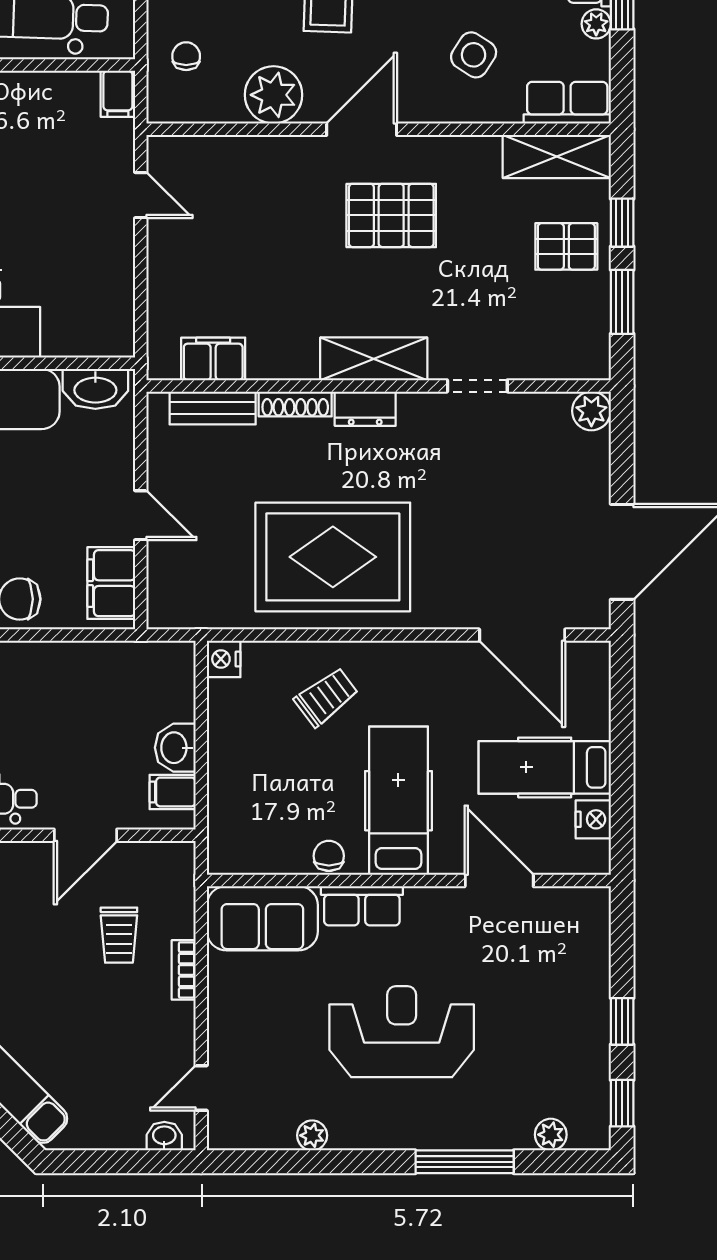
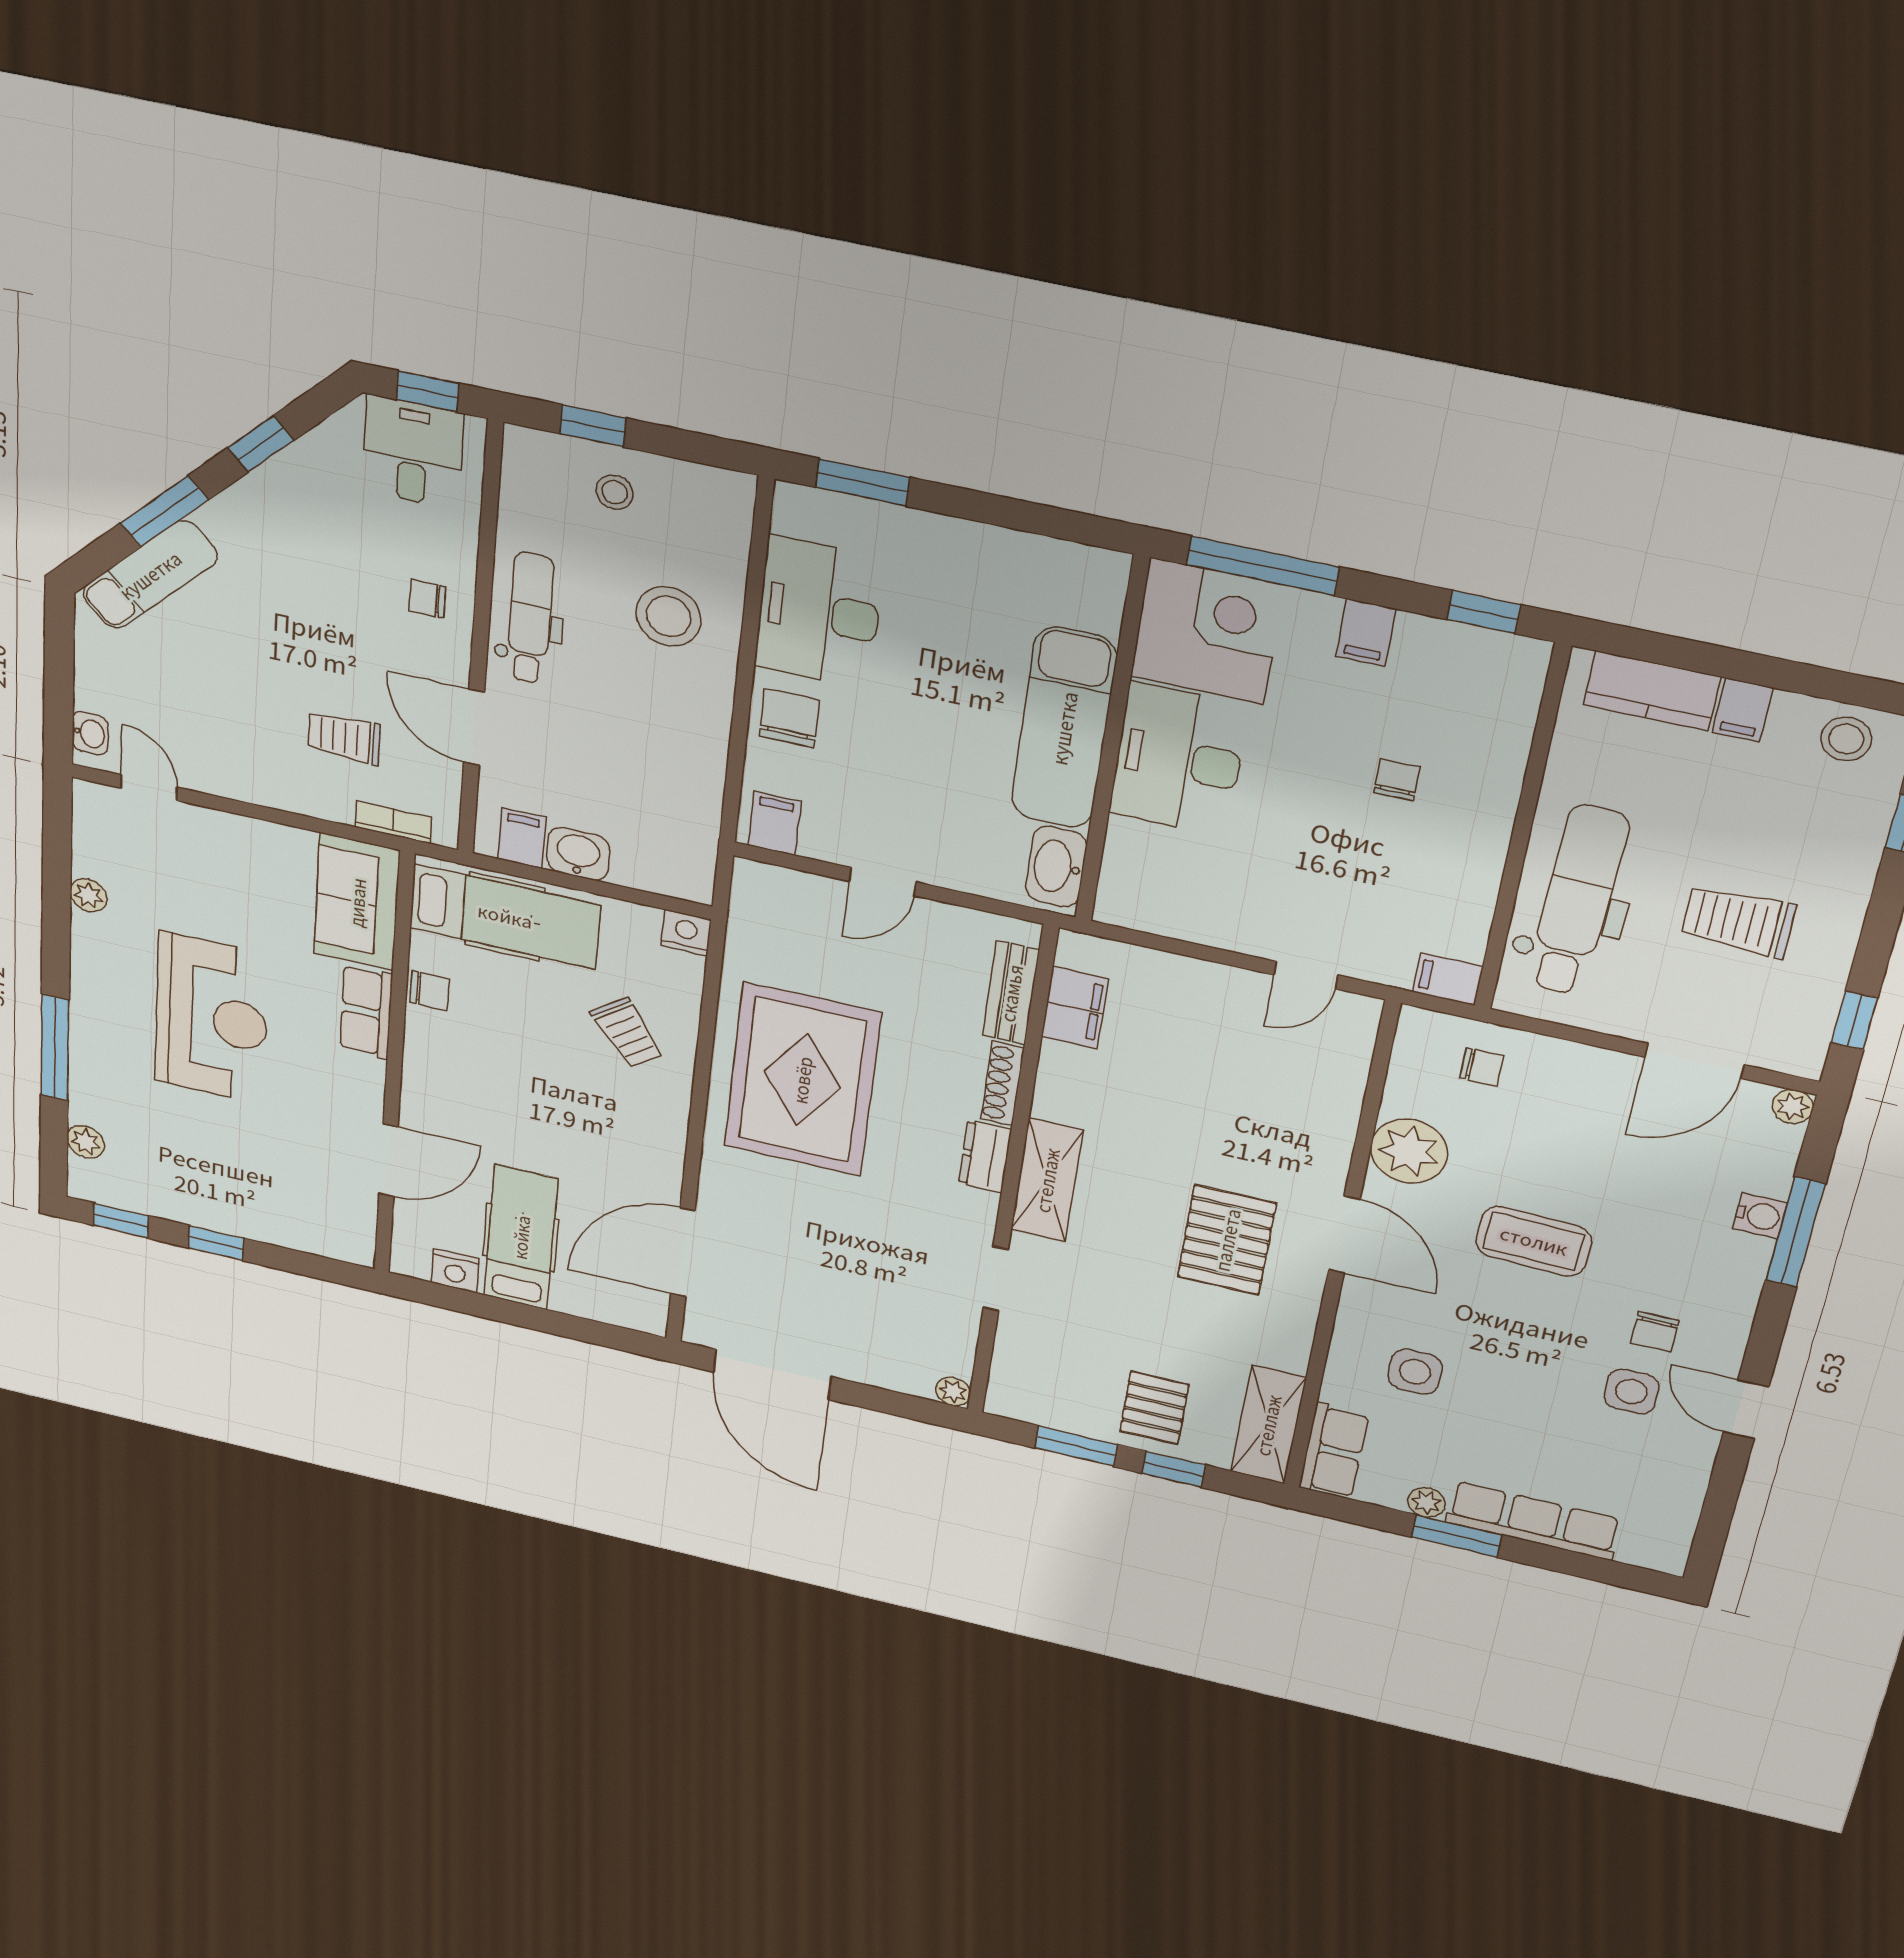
side table: (474, 55) -> (1415, 1372), turned -33
plant: (591, 411) -> (953, 1392), width x0.73, depth x0.73
filing cabinet: (111, 583) -> (775, 823), width x0.50
hospital bed: (398, 801) -> (505, 916), moved
bookcase: (184, 970) -> (393, 822), moved

